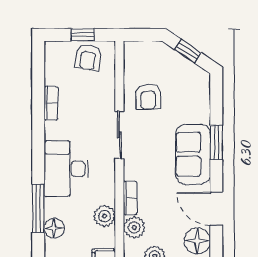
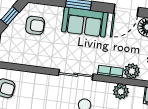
armchair: (148, 97) -> (35, 25), moved
sliding door: (119, 135) -> (76, 75), moved

